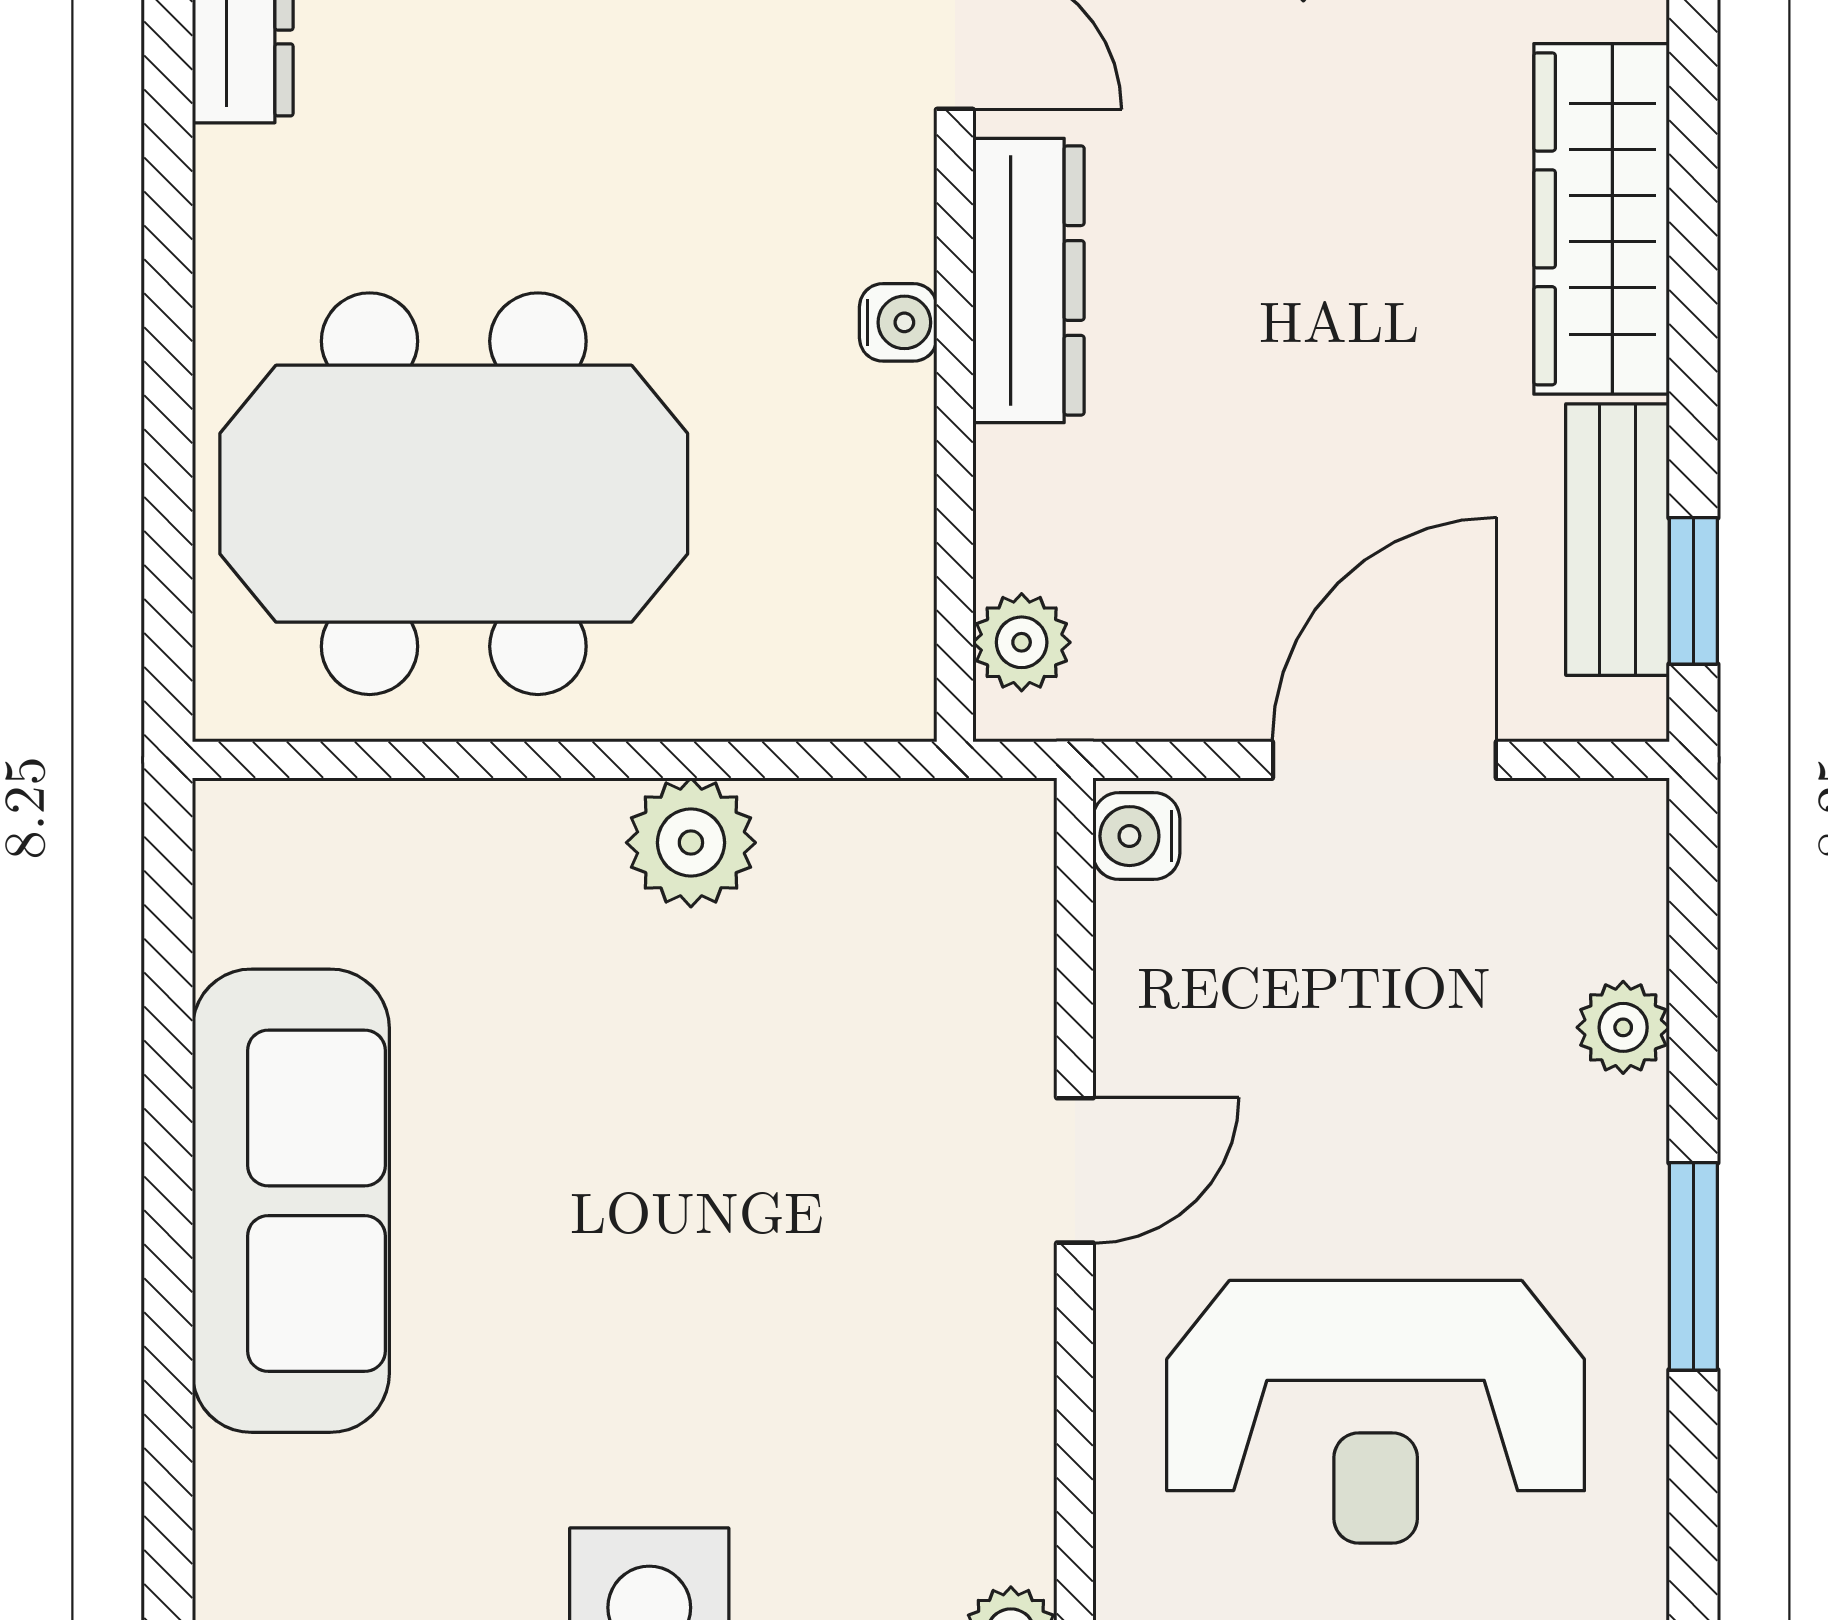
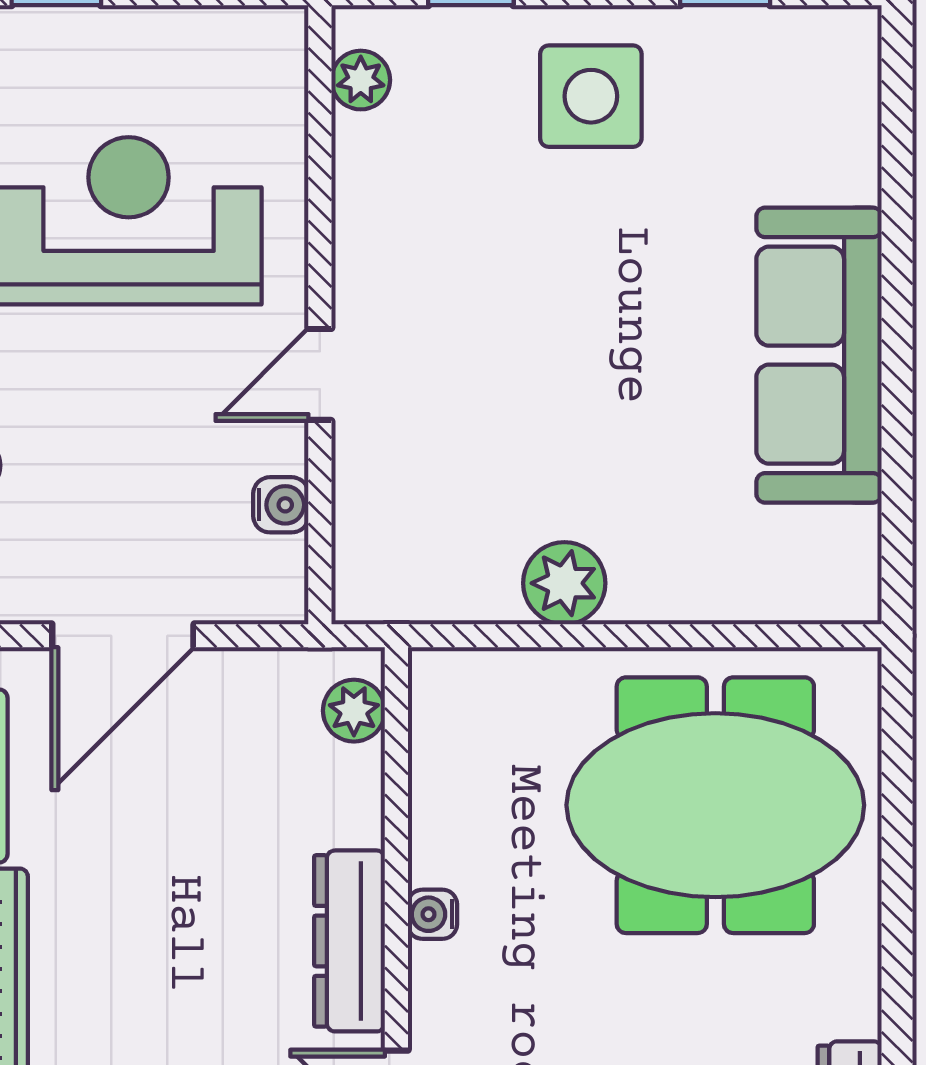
water cooler: (1136, 836) -> (281, 505), moved

